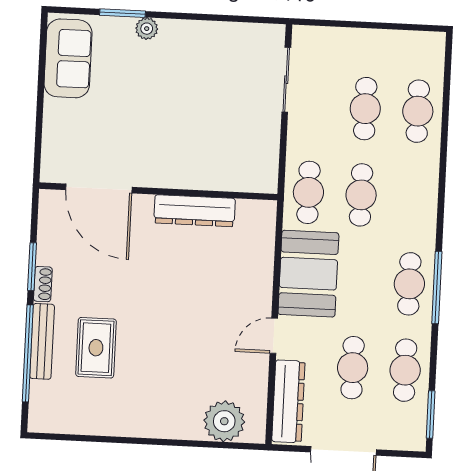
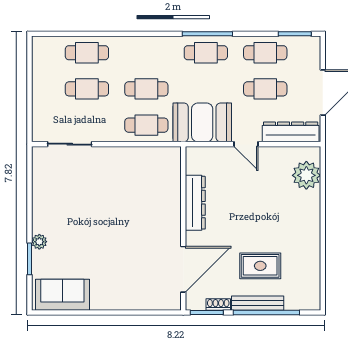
door: (99, 188) -> (183, 269), moved
wall: (158, 191) -> (183, 228), moved
dresser: (195, 211) -> (195, 203), moved

